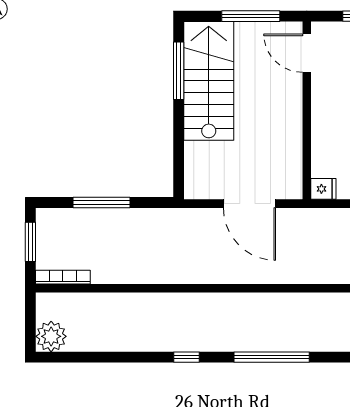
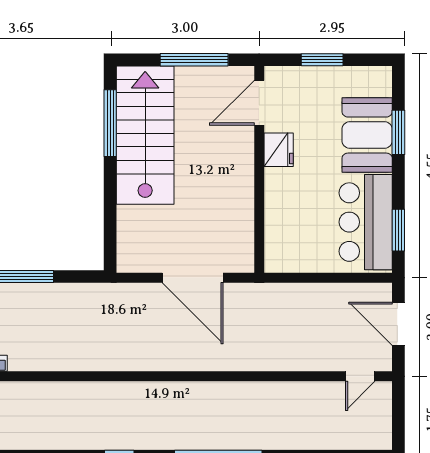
door: (307, 53) -> (259, 103), hinge flipped
fridge: (323, 189) -> (279, 150), moved, width x1.38

